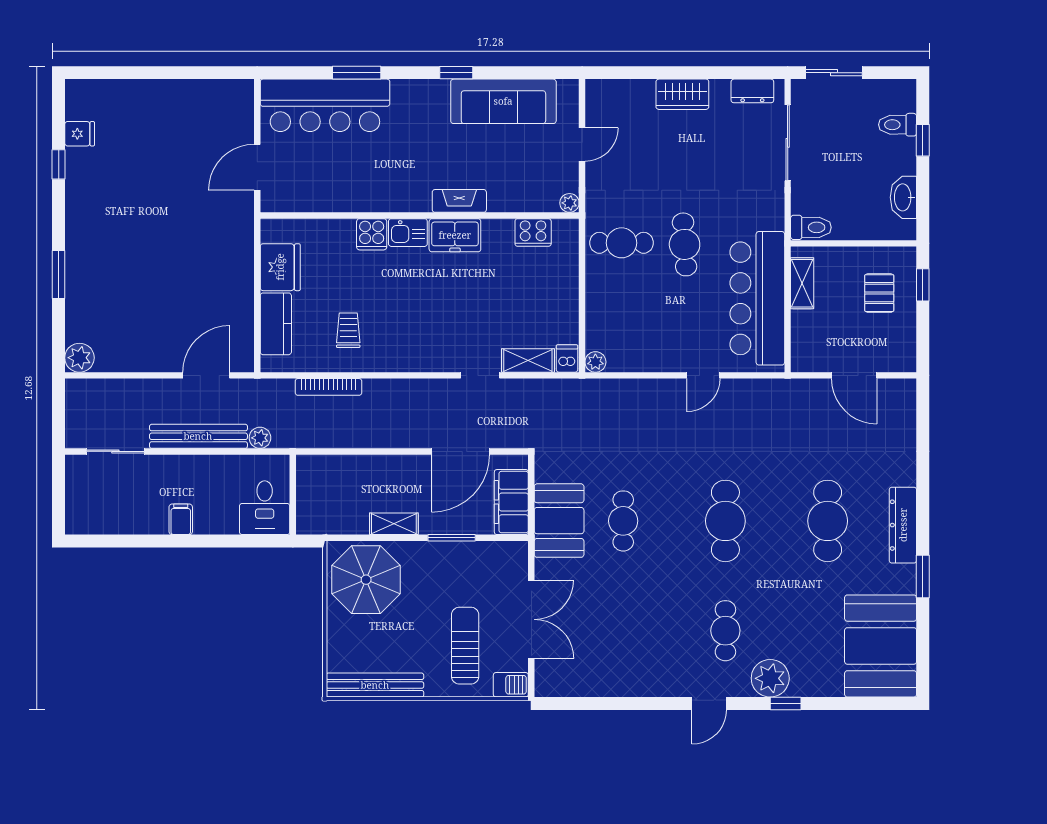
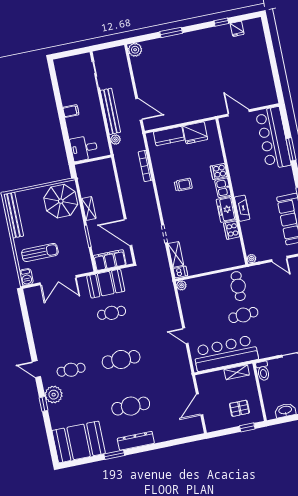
cooker: (533, 232) -> (232, 230), moved
trolley: (348, 330) -> (183, 185), moved

